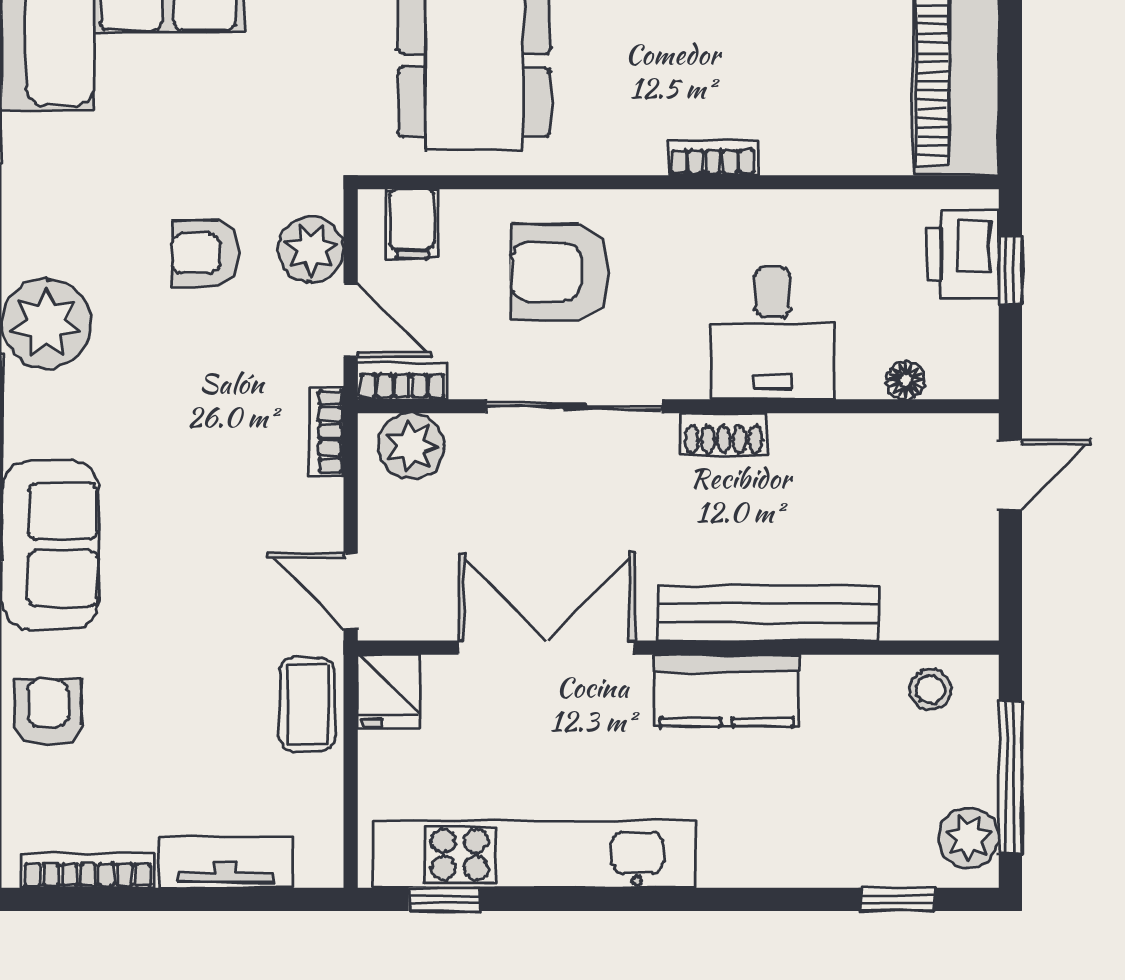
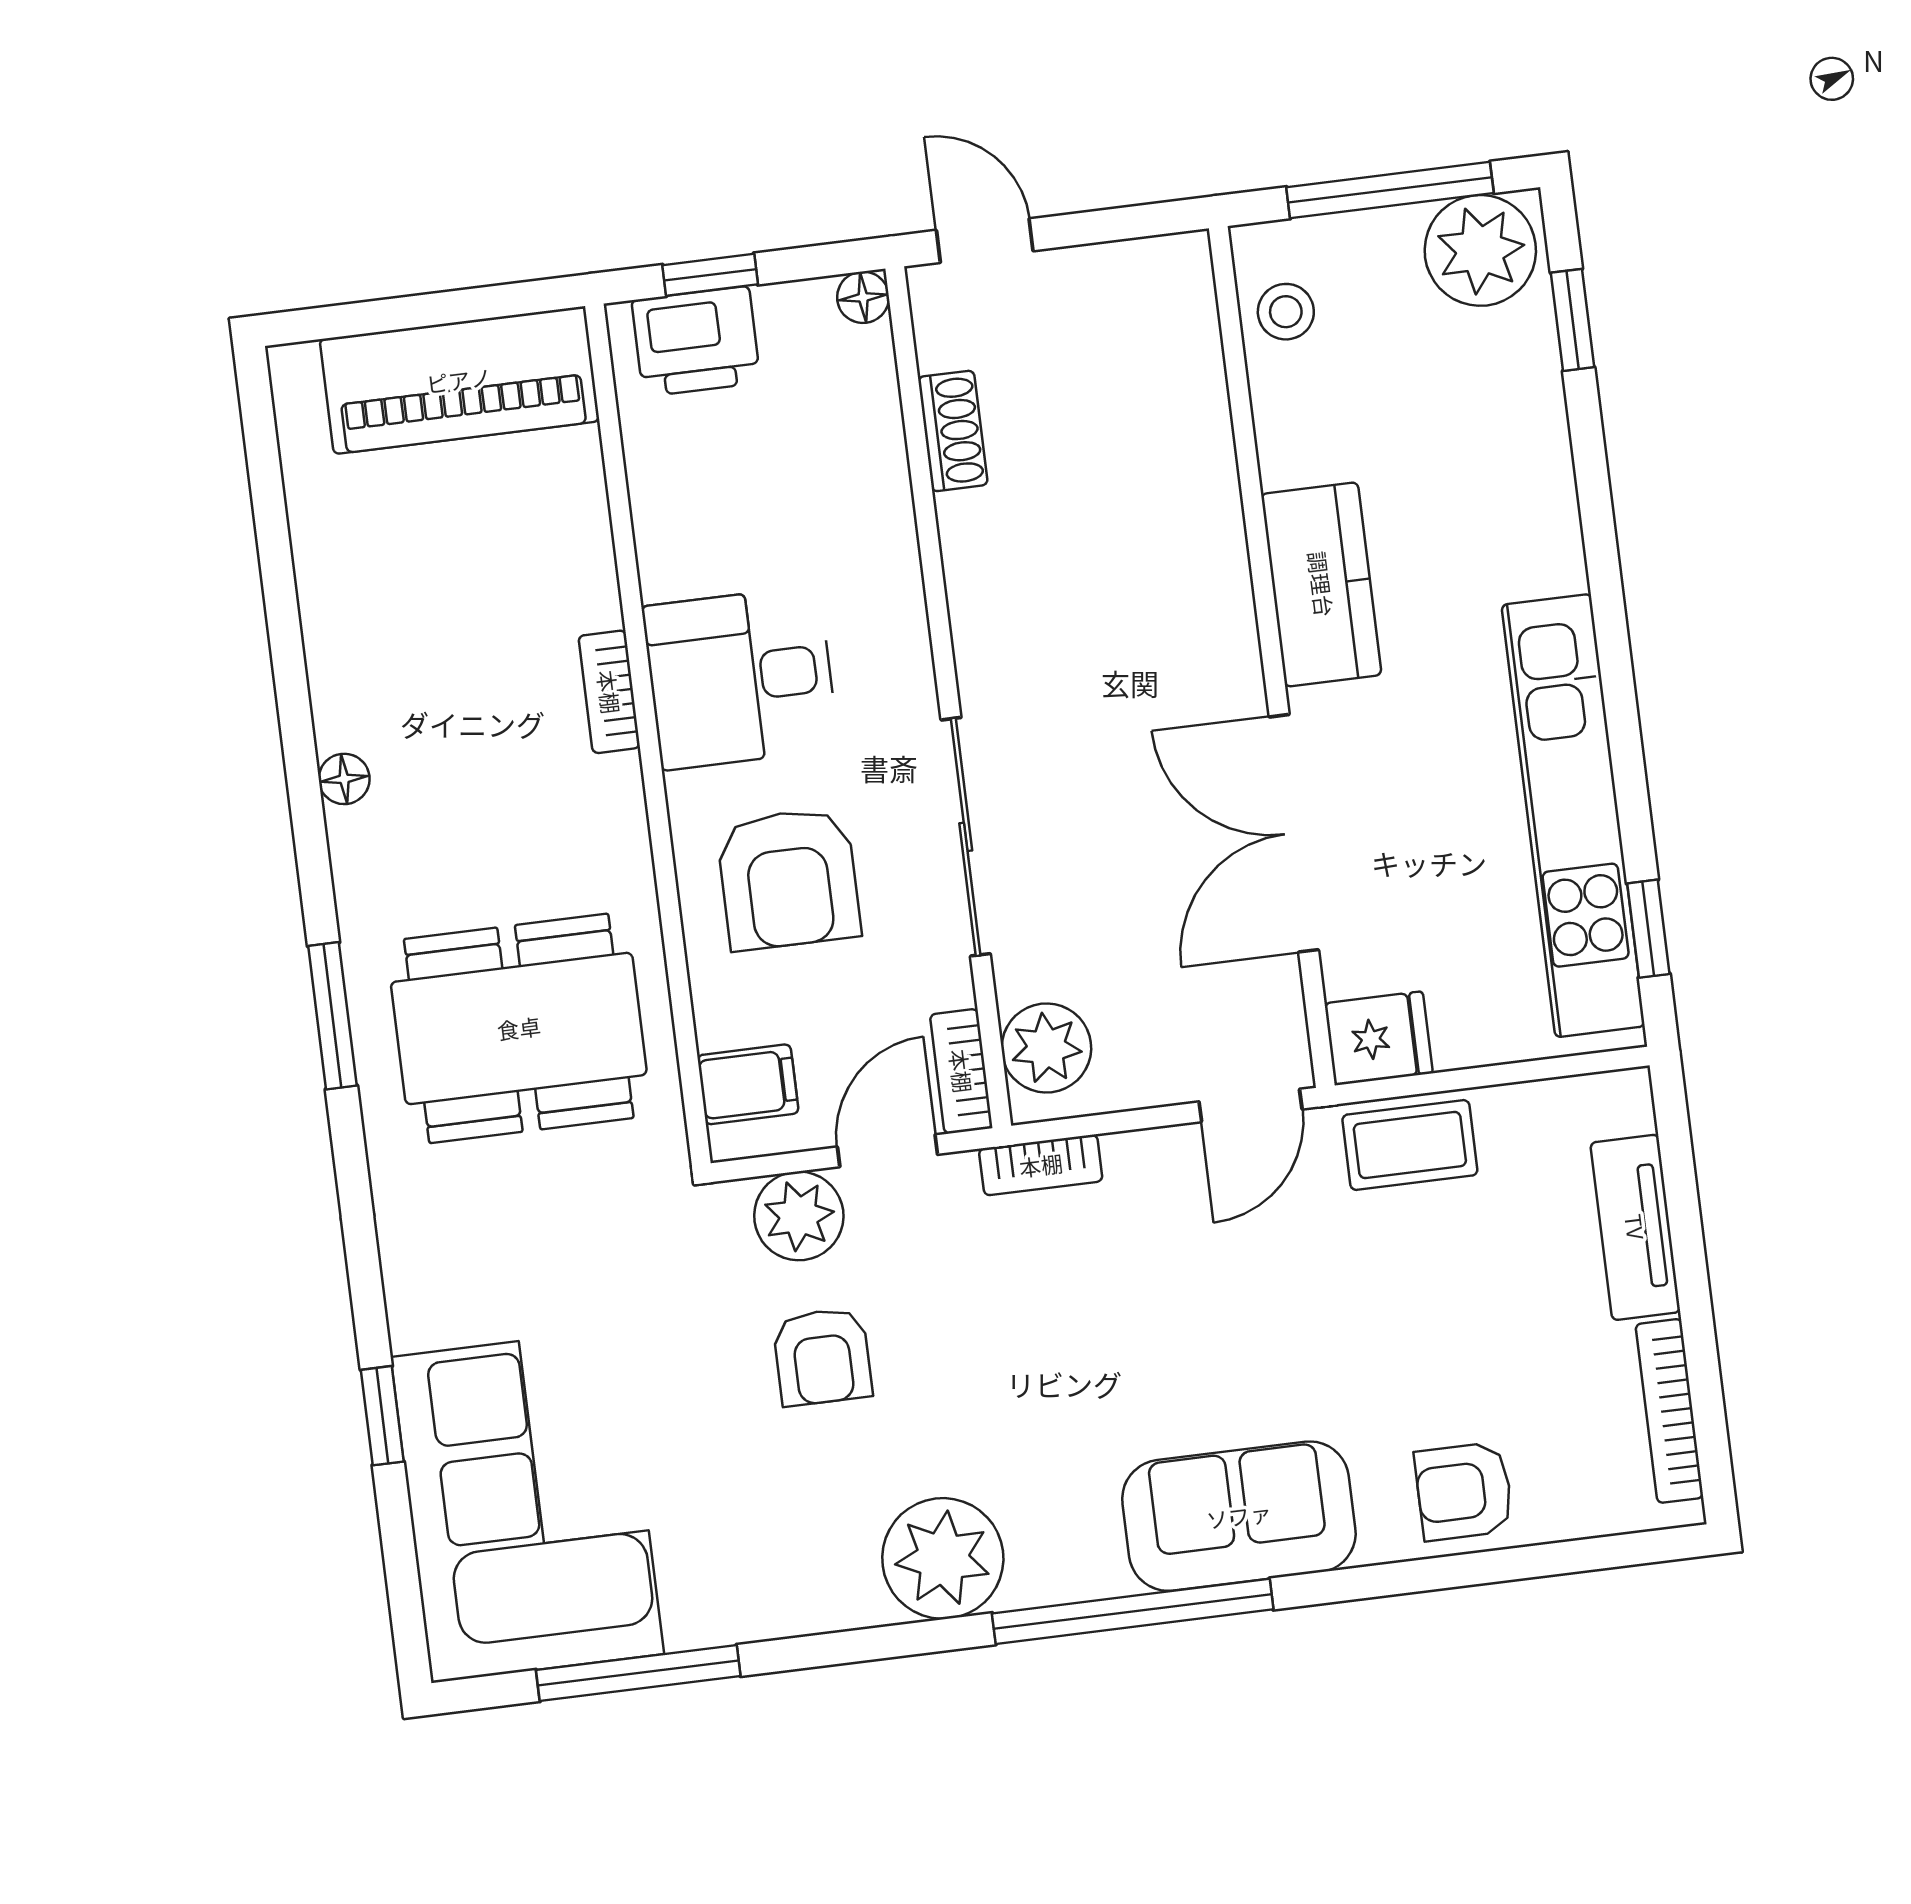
desk: (773, 333) -> (740, 678), moved, turned 180
floor lamp: (906, 380) -> (863, 297), moved
shoe rack: (724, 434) -> (953, 431), moved
bench: (769, 613) -> (1211, 541), removed
plant: (969, 838) -> (1480, 250), width x1.36, depth x1.36

